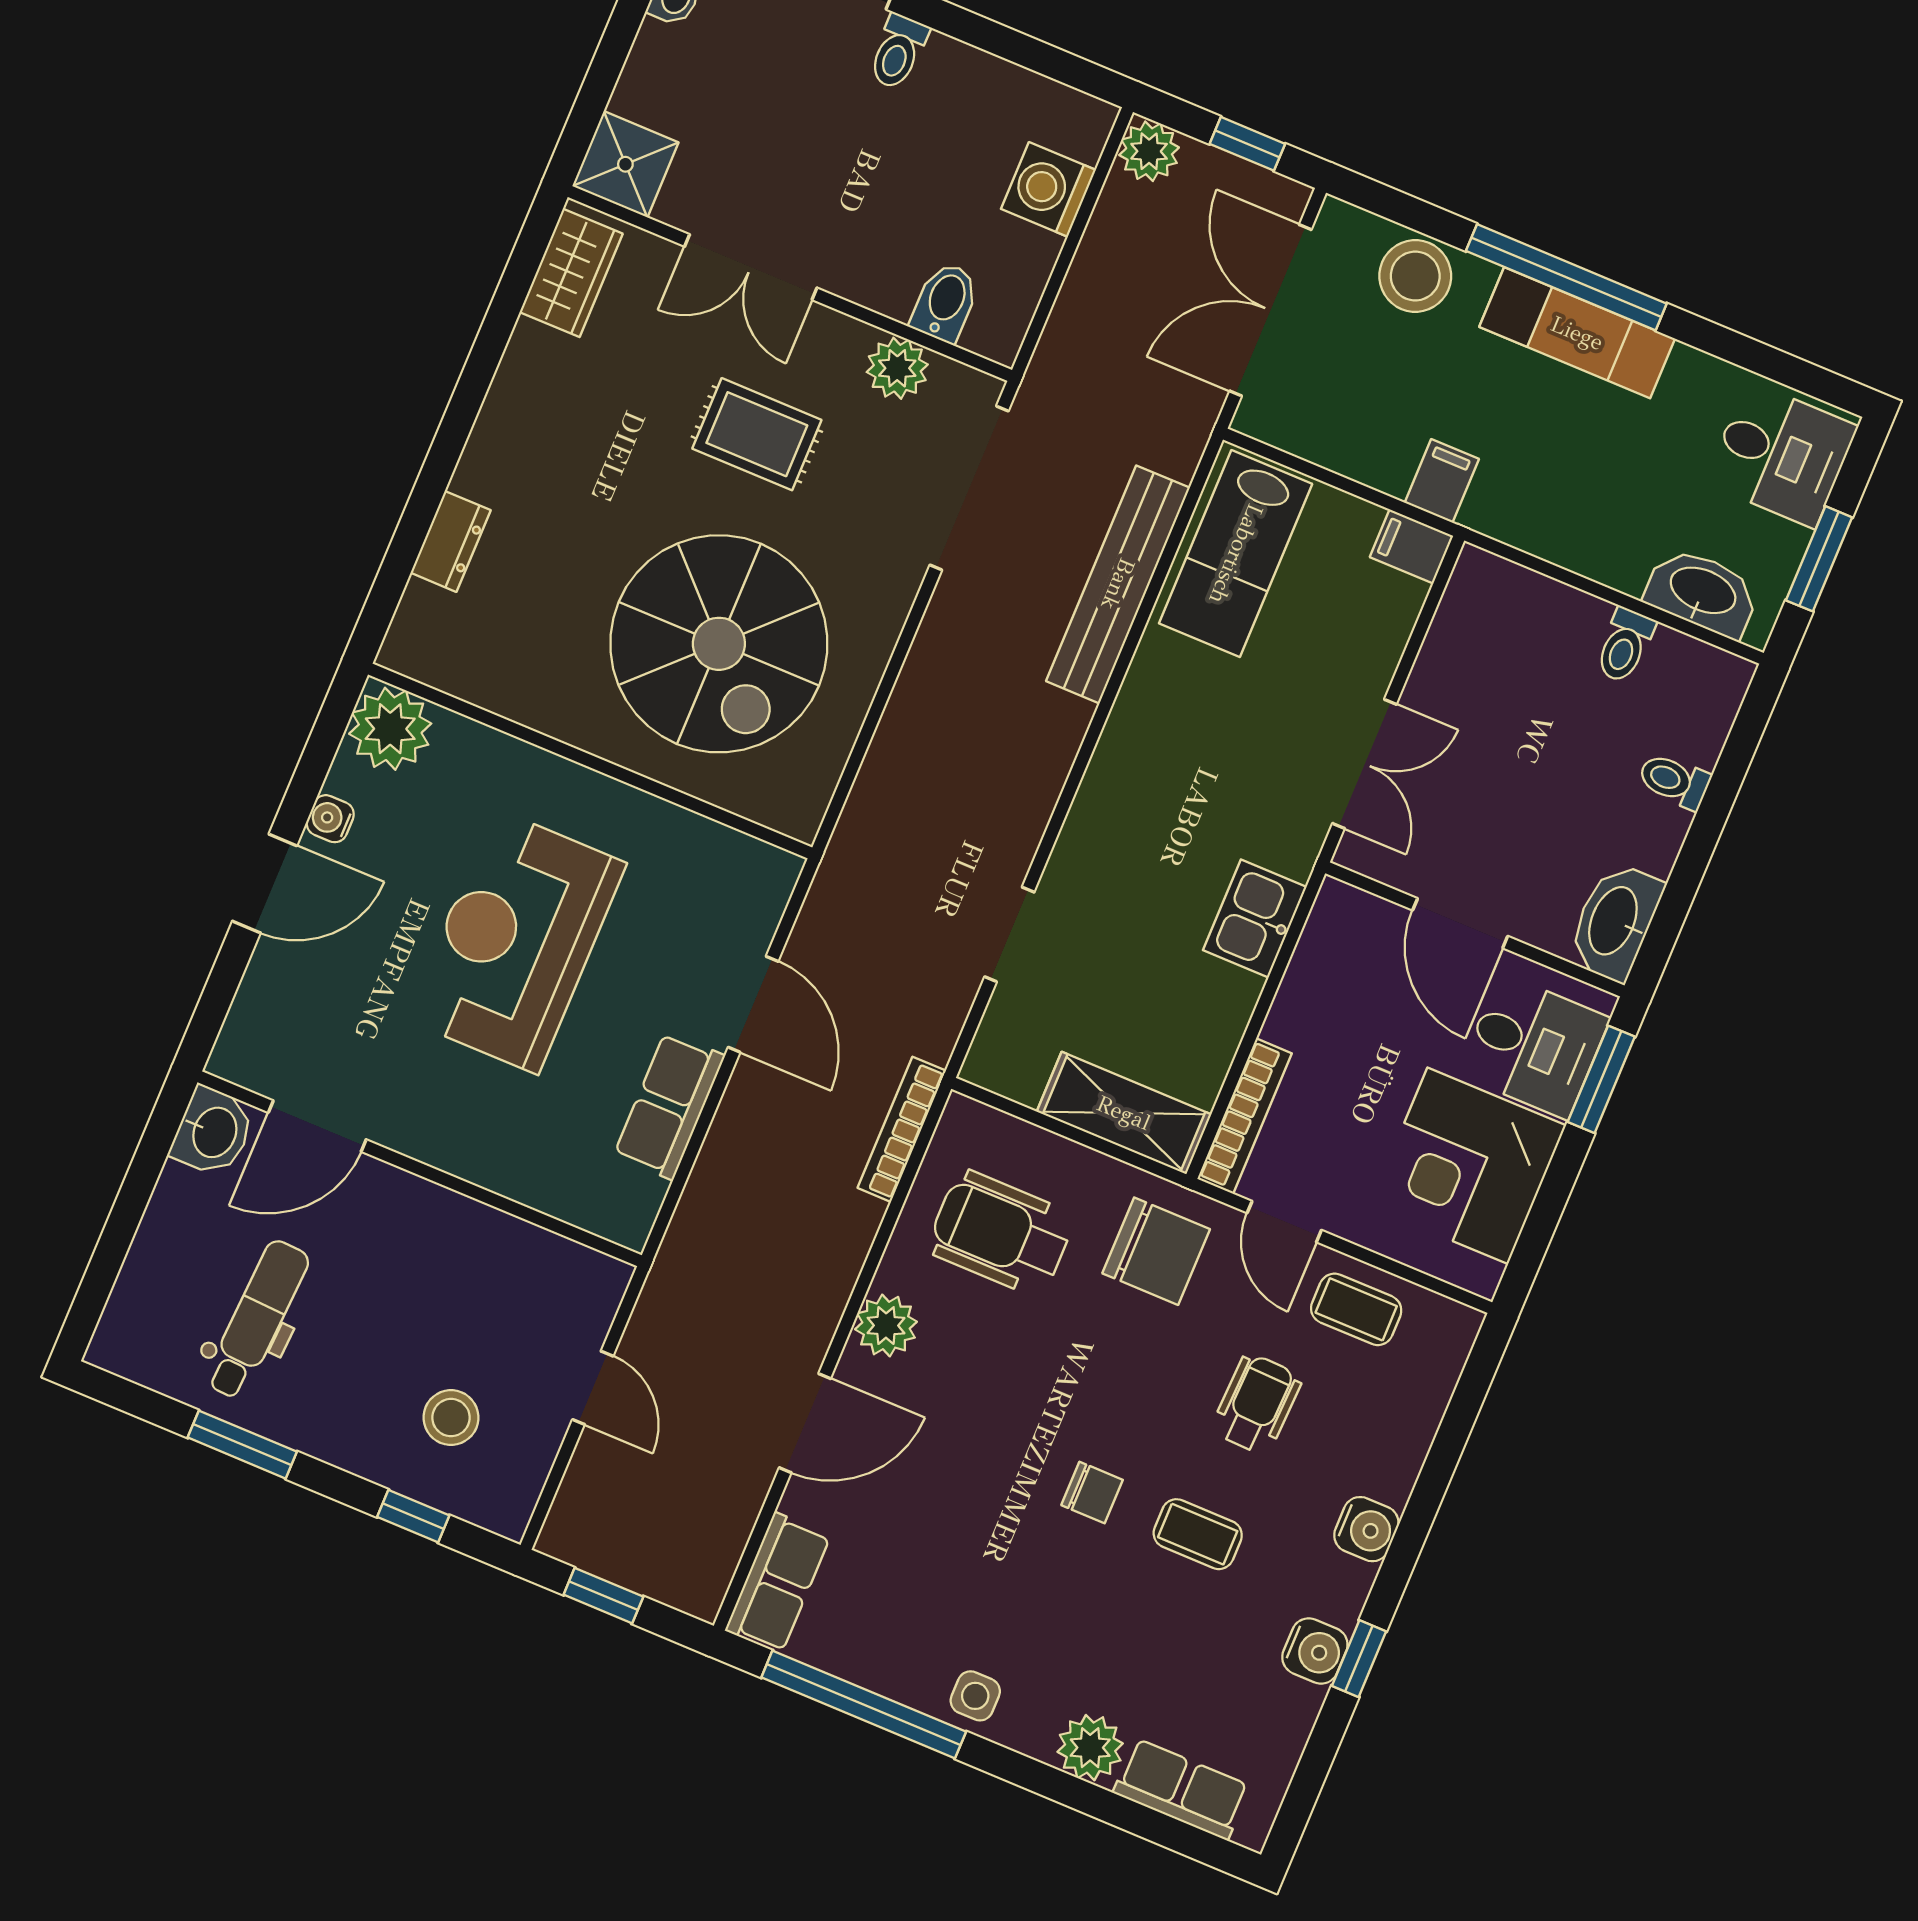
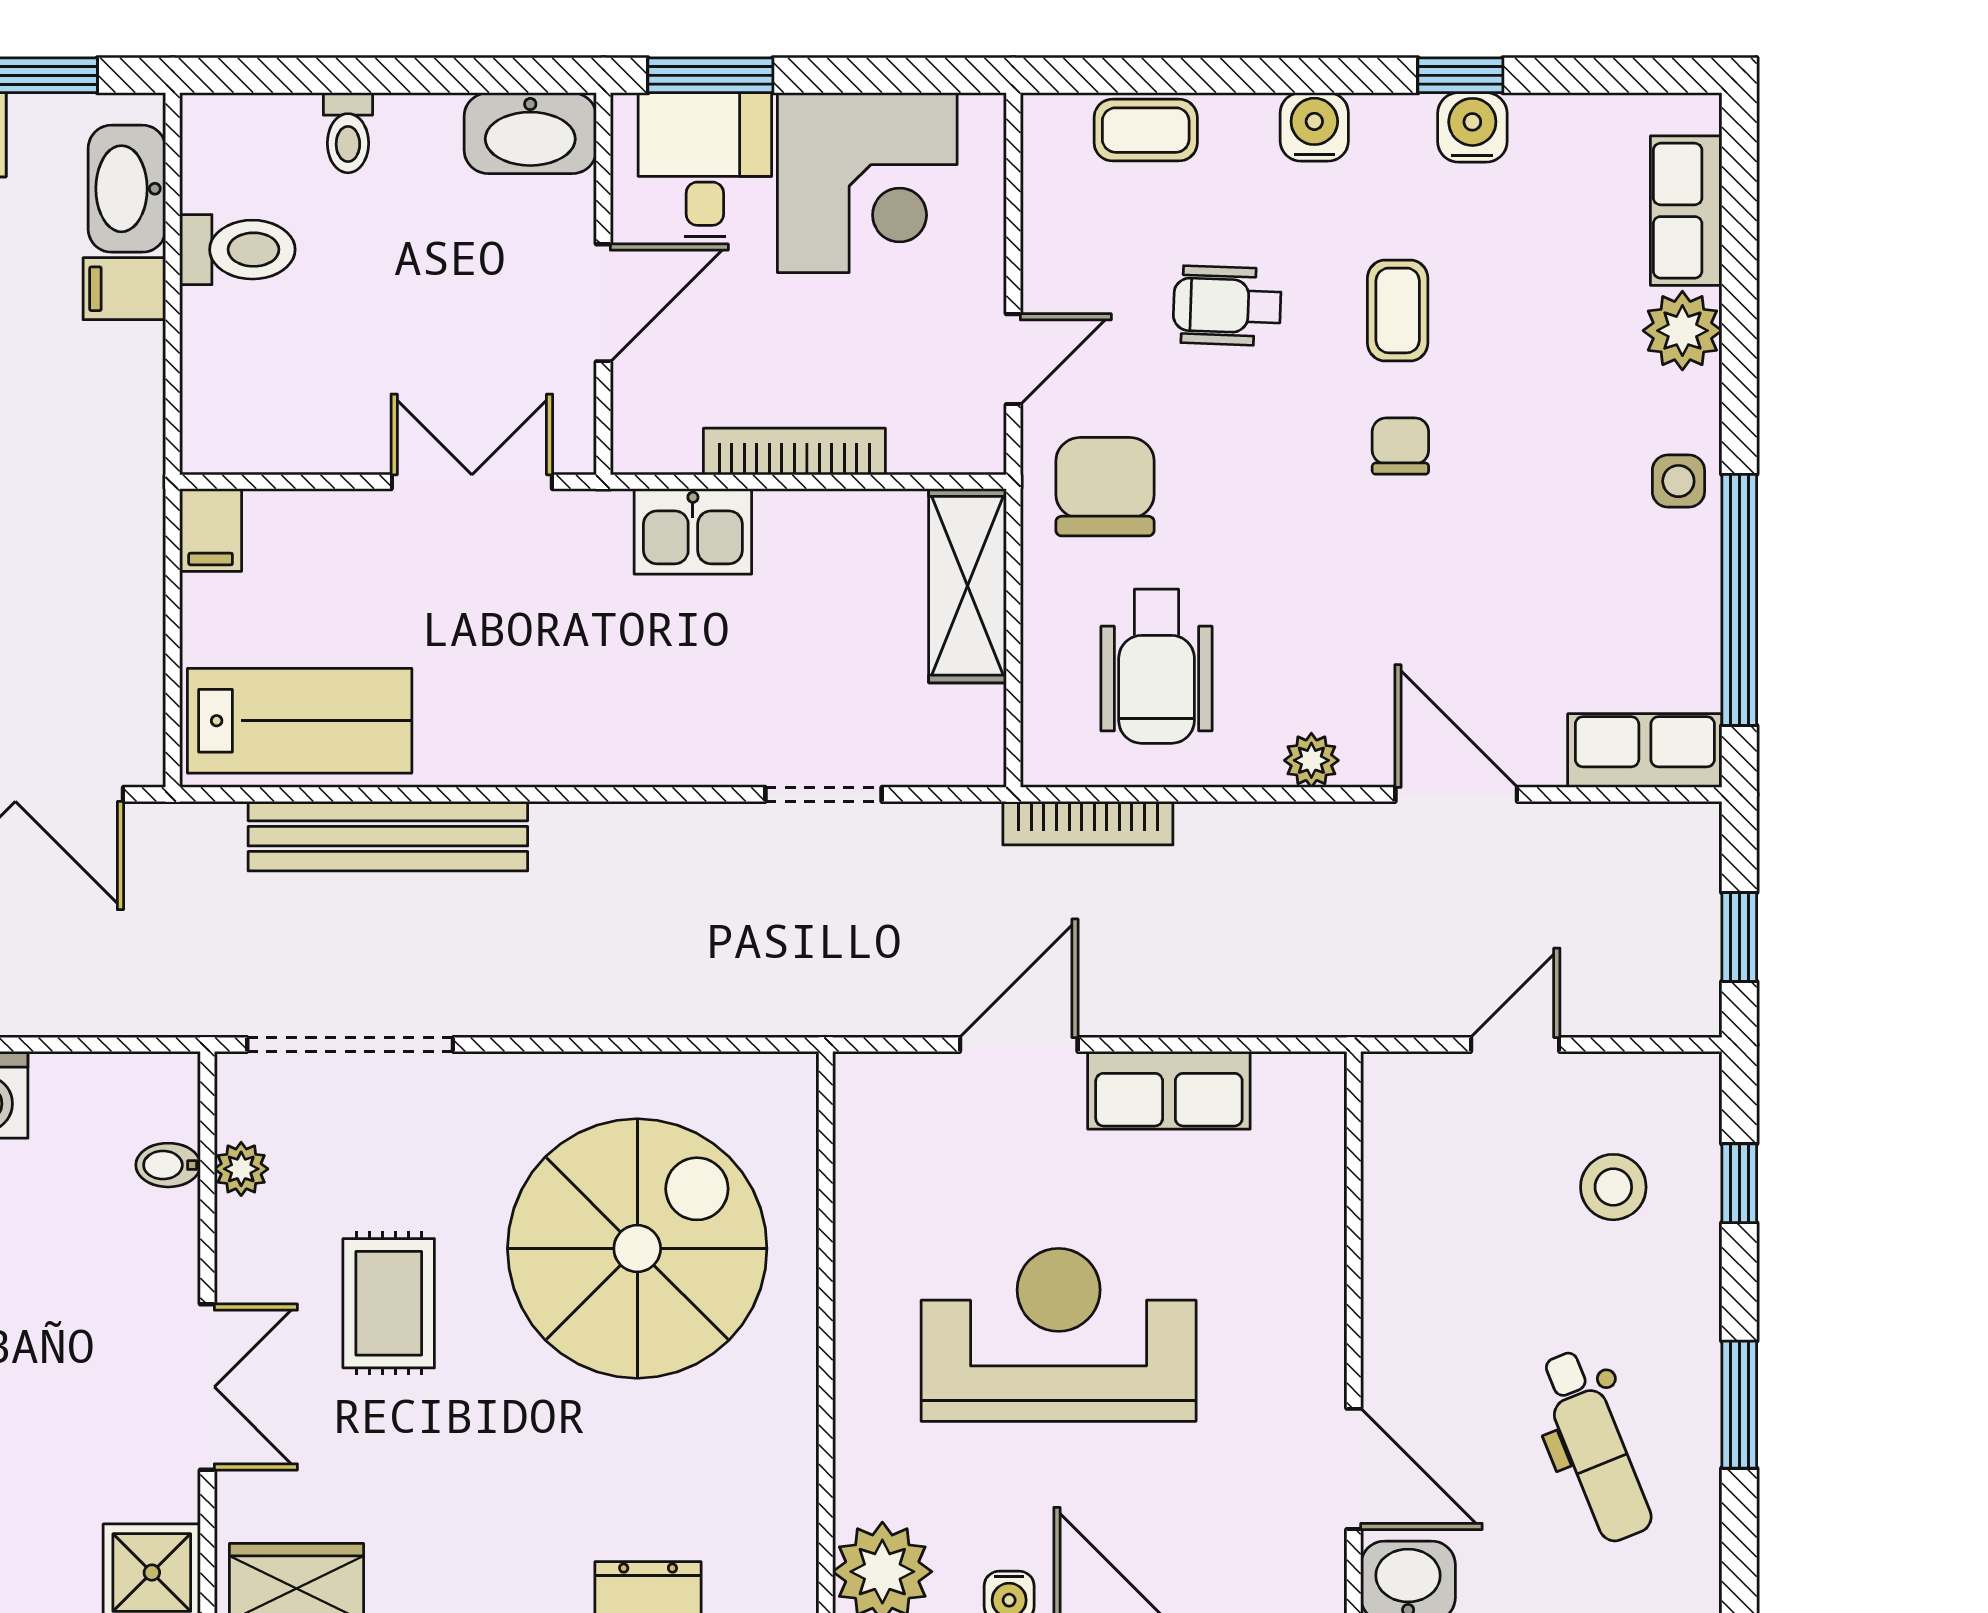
bidet: (945, 302) -> (168, 1165), width x0.72, depth x0.74
plant: (897, 368) -> (241, 1169), width x0.73, depth x0.73
filing cabinet: (1442, 481) -> (124, 289), moved
toilet: (1625, 645) -> (237, 250), width x1.37, depth x1.39
reception desk: (516, 941) -> (1059, 1335), turned 180
bookcase: (1245, 1116) -> (794, 452), moved
coffee table: (1356, 1309) -> (1146, 130), moved, turned 90
dental chair: (257, 1320) -> (1595, 1446), turned -115
plant: (886, 1326) -> (1311, 760), width x0.73, depth x0.73

